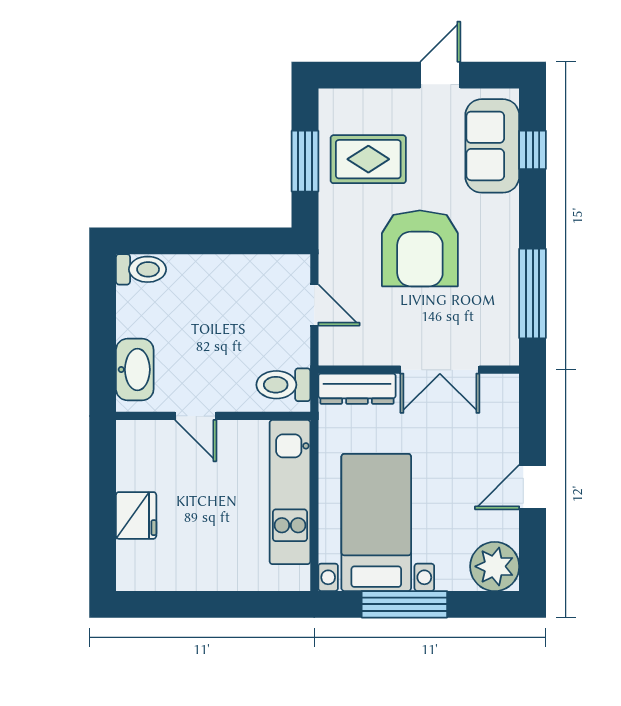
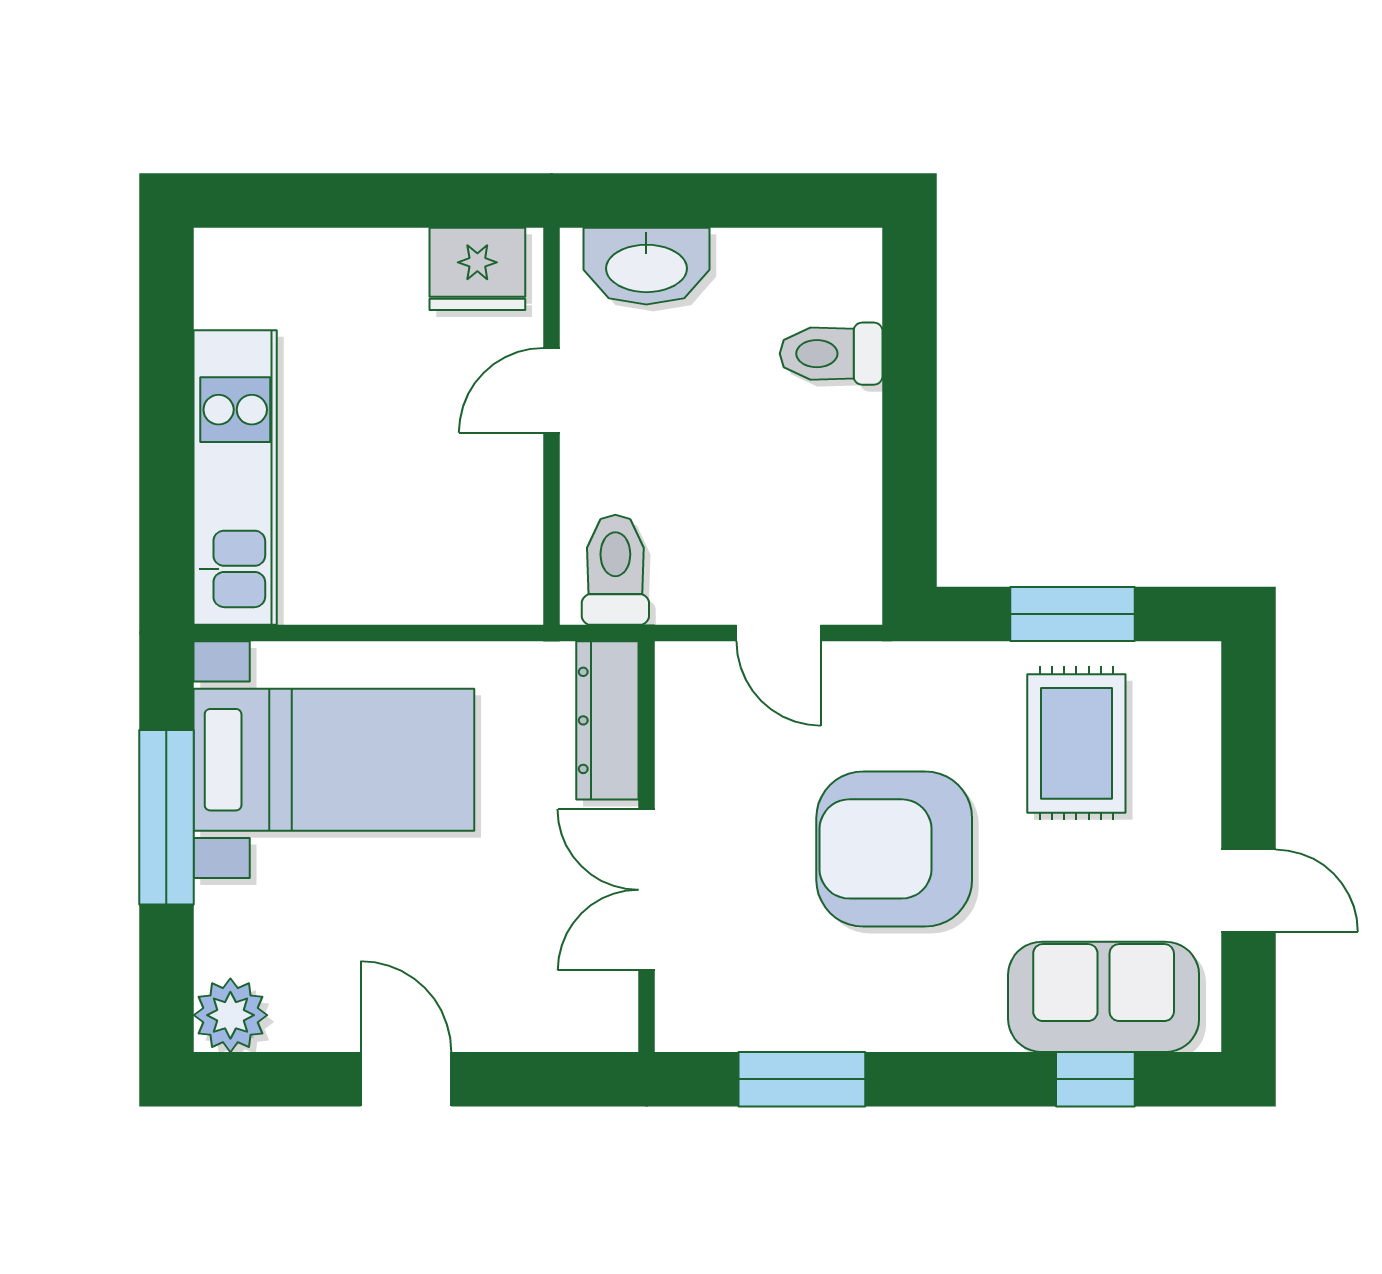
toilet: (141, 269) -> (831, 354), moved, turned 90
window: (533, 293) -> (802, 1079), width x0.69
door: (314, 305) -> (779, 633), hinge flipped
kitchen unit: (290, 492) -> (235, 477), moved, turned 90
fridge: (136, 515) -> (477, 269), moved
plant: (495, 566) -> (230, 1015), width x0.73, depth x0.73

